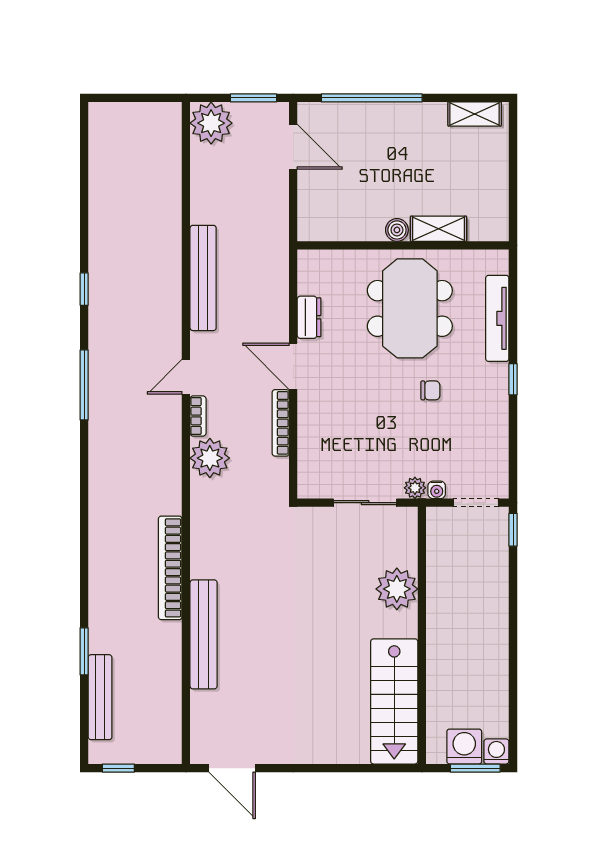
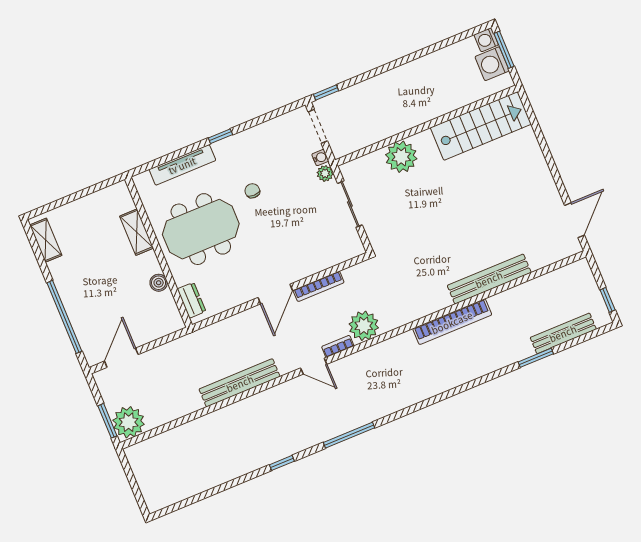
window: (254, 98) -> (107, 421), moved
boiler: (397, 230) -> (159, 283), moved
dresser: (309, 317) -> (192, 300), moved, turned 90

